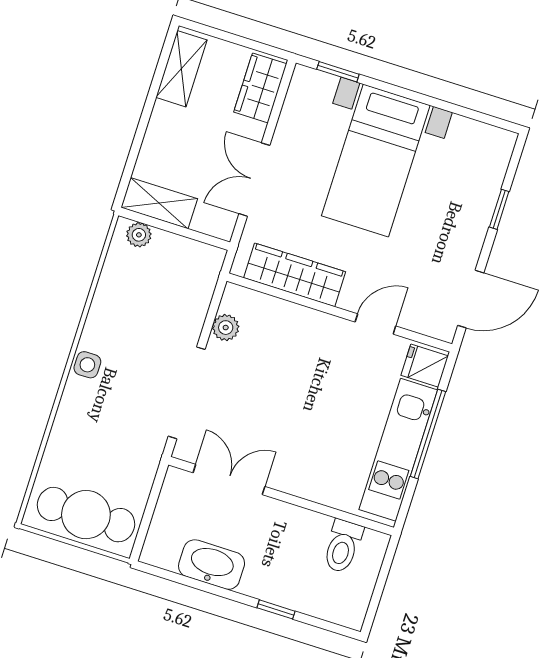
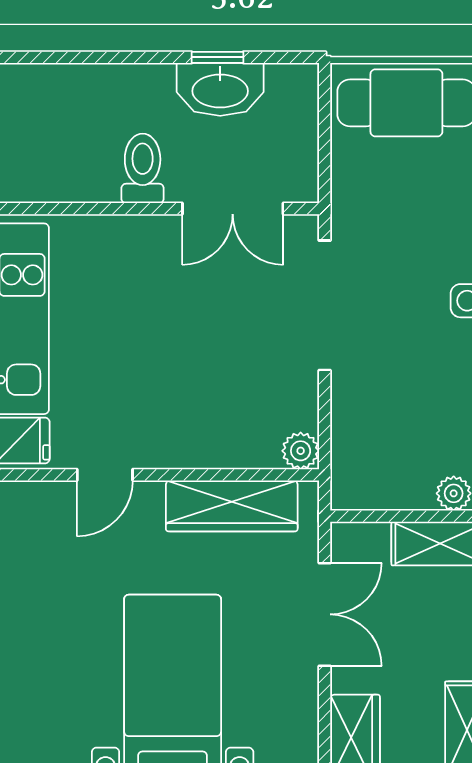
plant: (226, 328) -> (301, 451), moved
toilet: (343, 546) -> (143, 168), moved
window: (276, 609) -> (218, 57), moved

